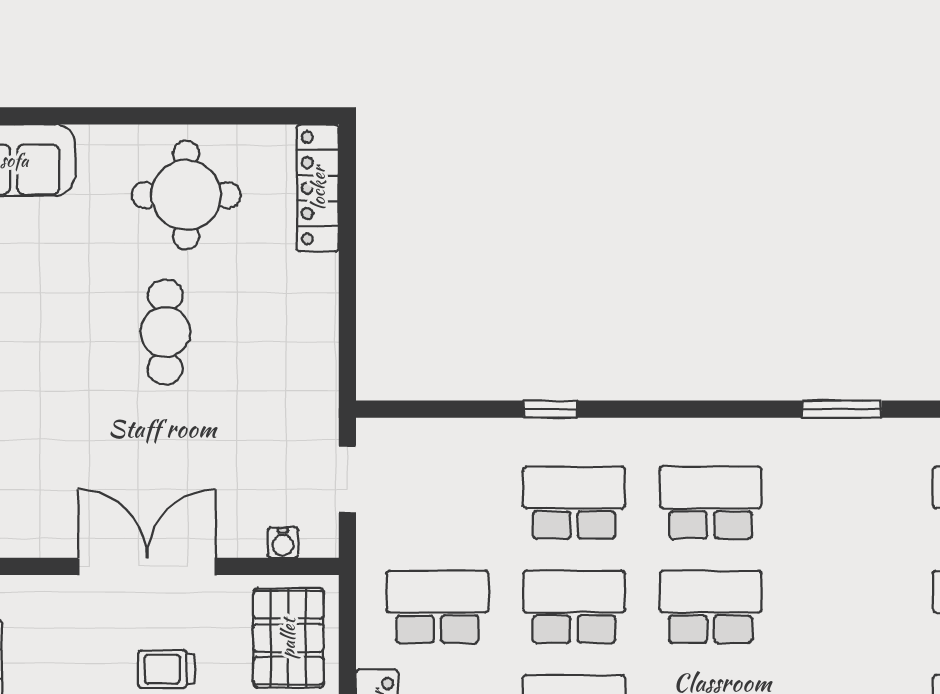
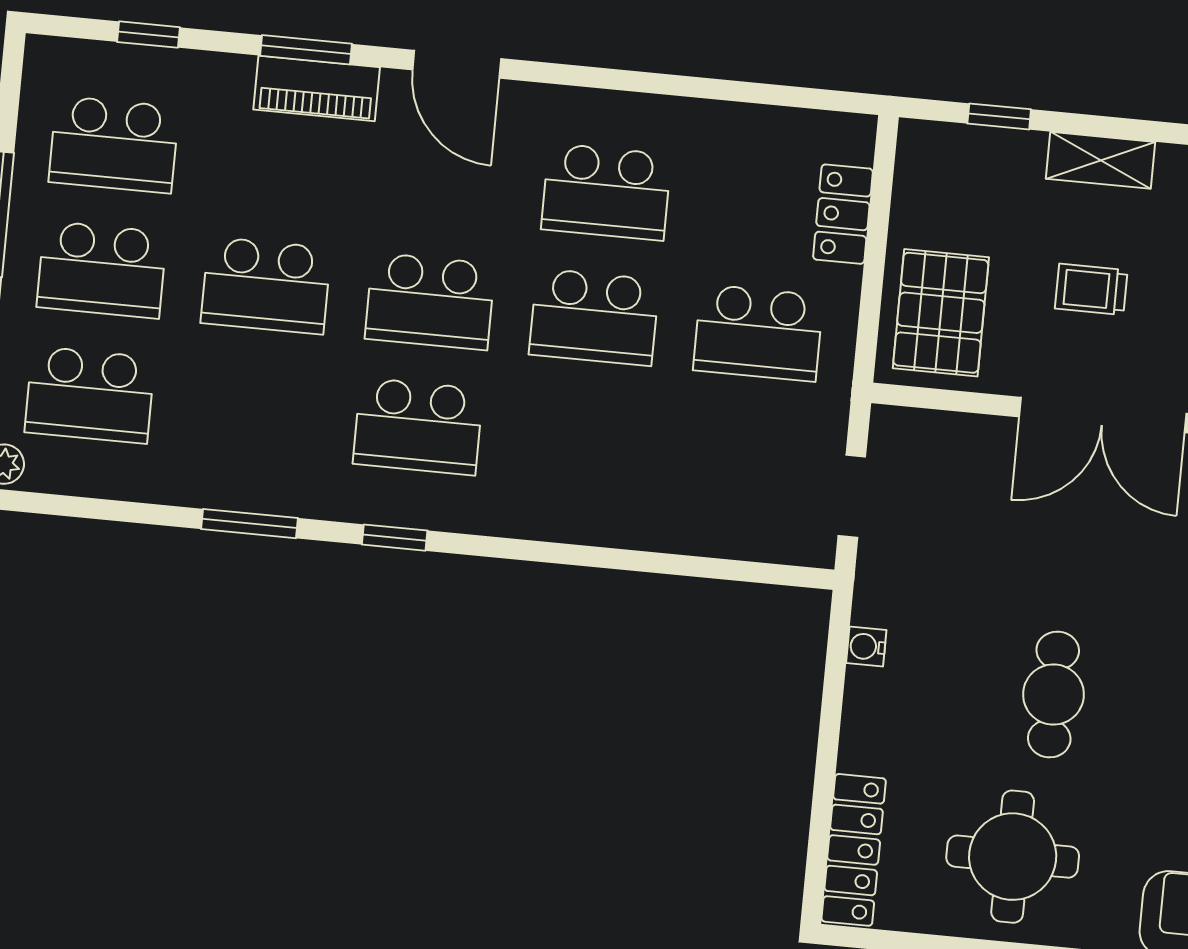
window: (550, 409) -> (395, 538), moved
school desk: (574, 503) -> (266, 286), moved
water cooler: (283, 543) -> (866, 647), moved, turned -90
trolley: (166, 669) -> (1091, 289), turned 180

